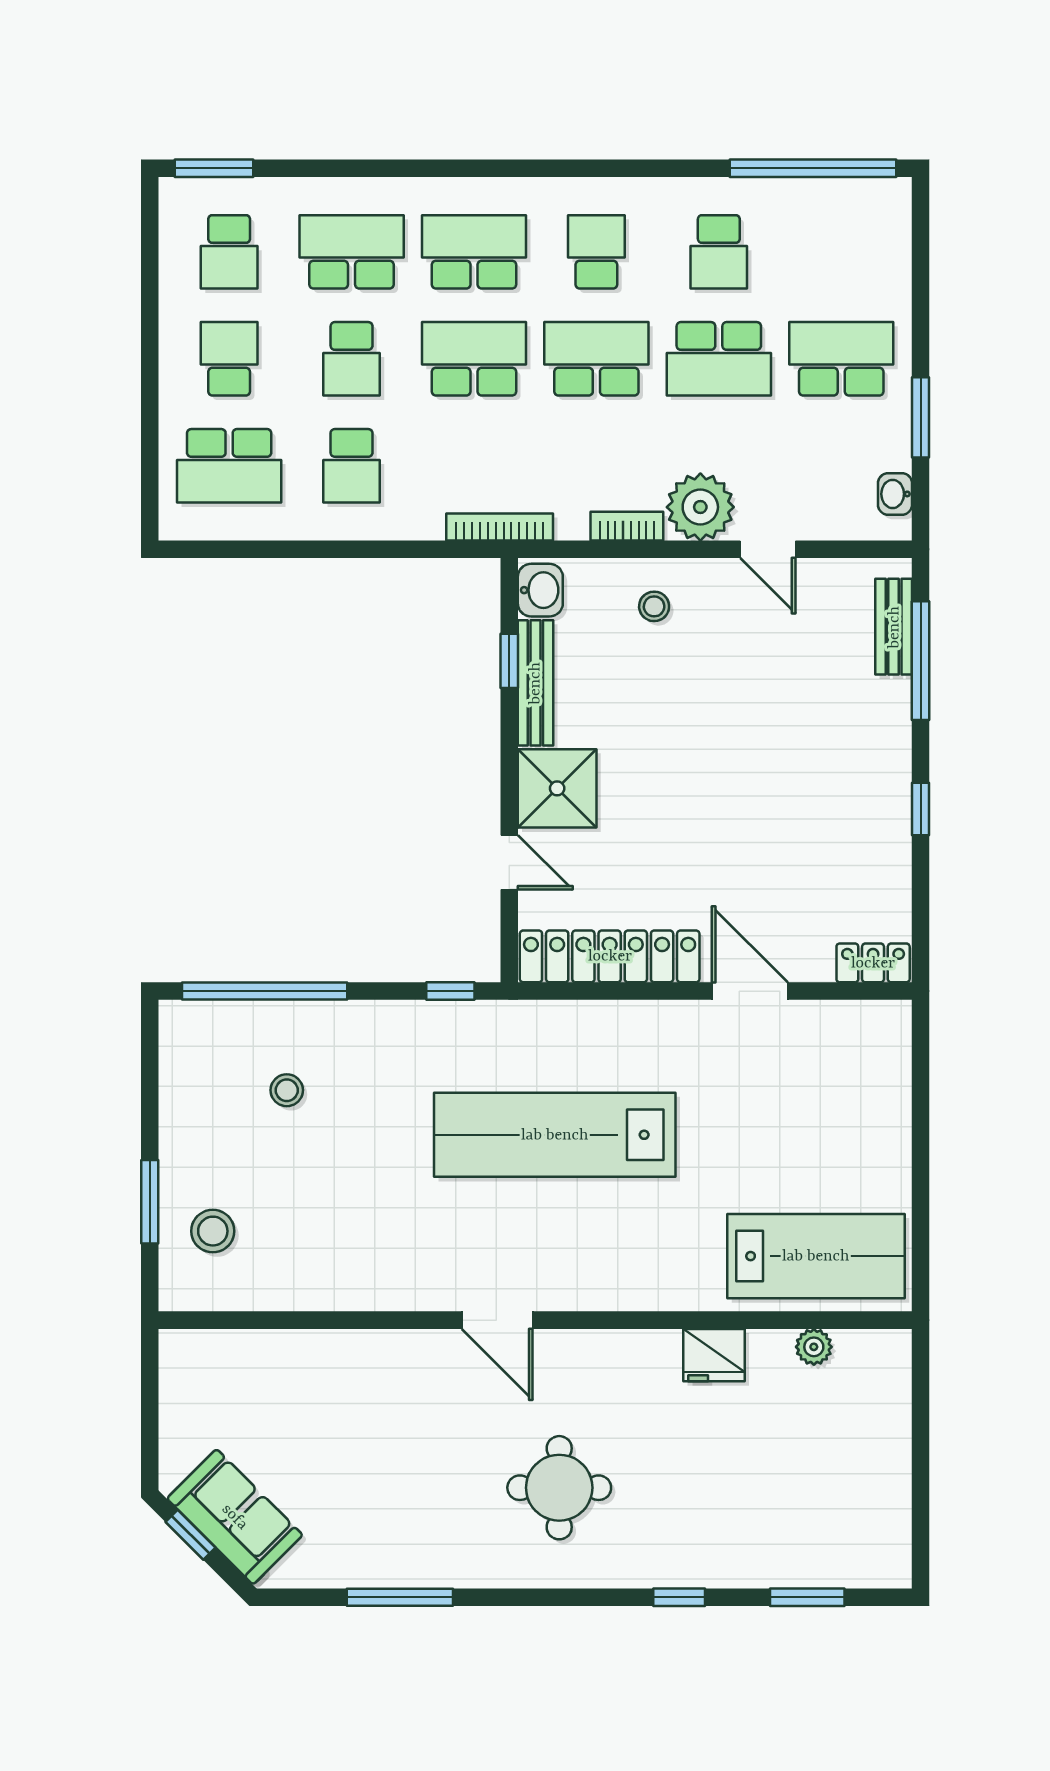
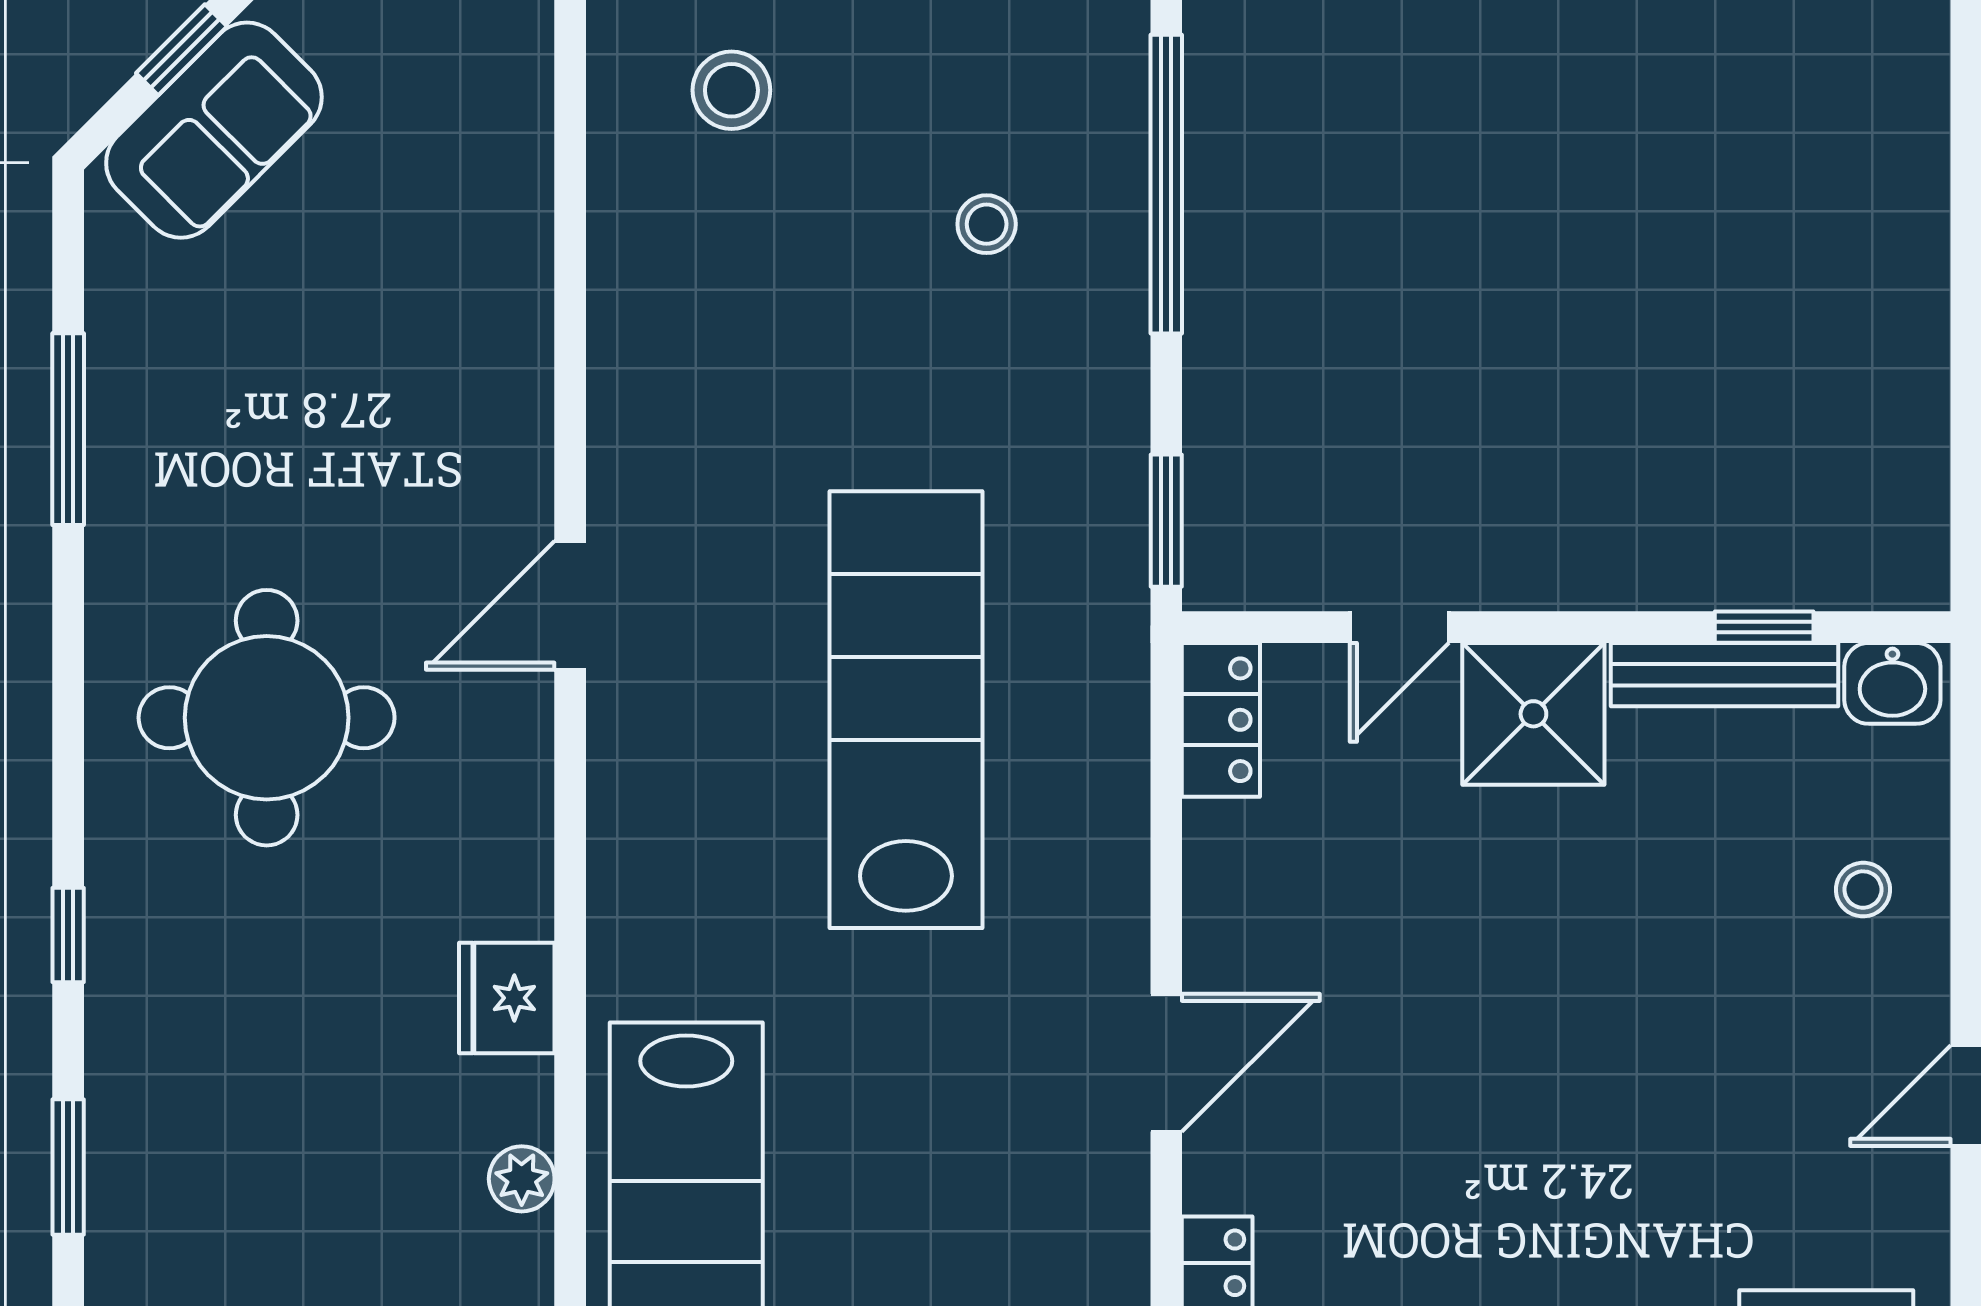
locker: (610, 956) -> (1221, 720), width x0.46, depth x0.83
window: (450, 991) -> (1166, 521), width x1.50
round table: (559, 1488) -> (267, 718), width x1.36, depth x1.36

